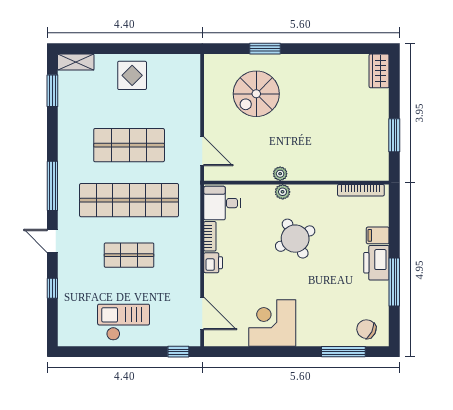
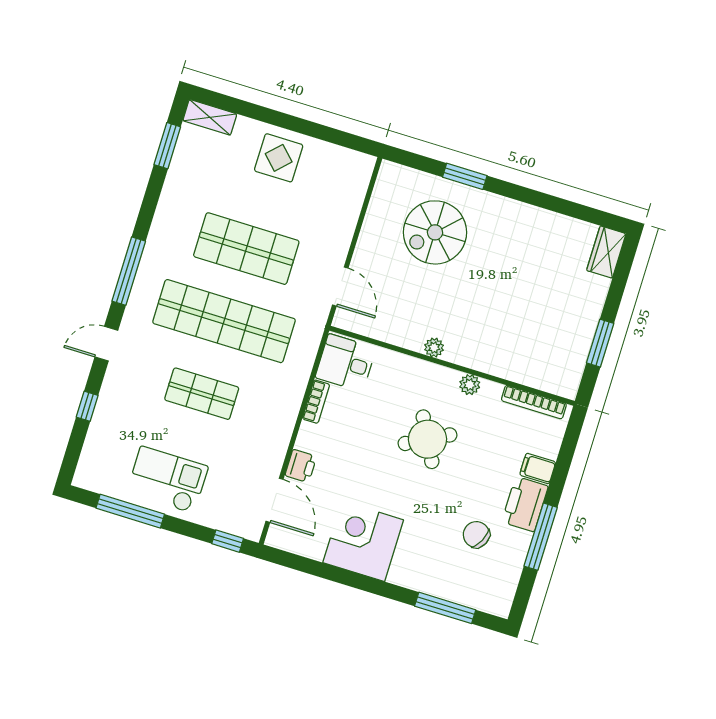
plant: (283, 192) -> (470, 385), moved
door: (52, 241) -> (106, 344), hinge flipped
printer: (213, 263) -> (301, 466), moved
chair: (366, 329) -> (476, 535), moved
window: (105, 352) -> (130, 511), added

